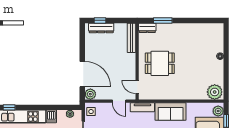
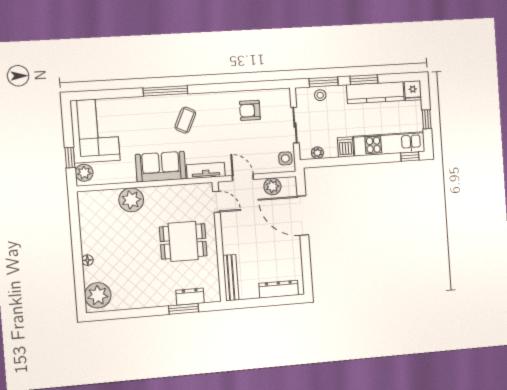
window: (100, 20) -> (282, 301), removed
dresser: (147, 28) -> (190, 297), moved
plant: (215, 34) -> (98, 295), added
plant: (215, 92) -> (131, 200), moved
plant: (90, 94) -> (272, 186), moved

